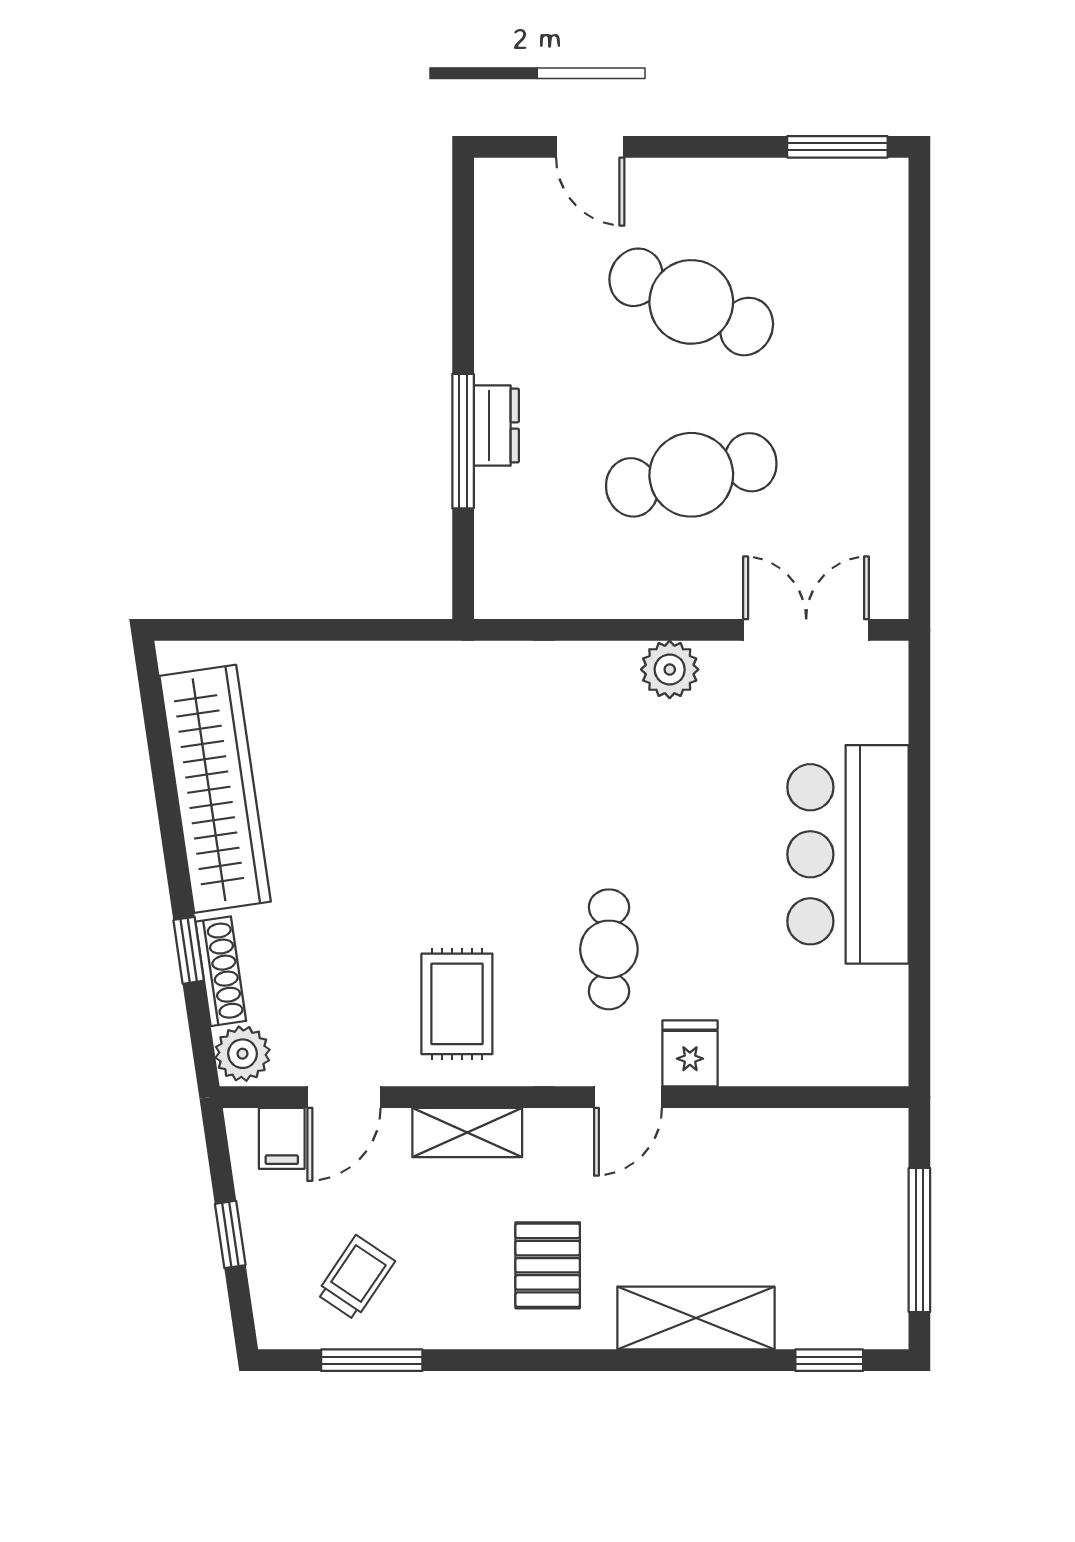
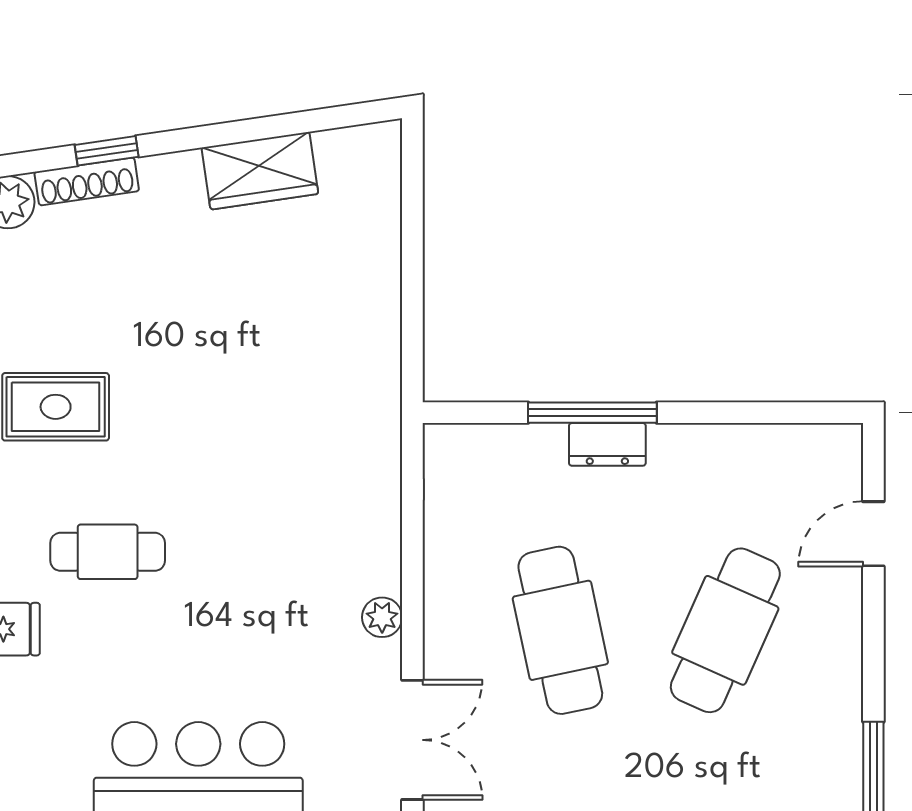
plant: (670, 669) -> (382, 617), width x0.73, depth x0.73
wardrobe: (215, 789) -> (260, 171), width x0.48, depth x0.85

